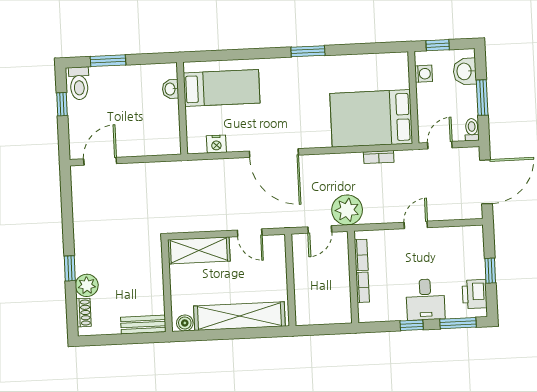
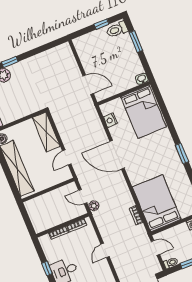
bed: (222, 88) -> (143, 112), width x1.50
washbasin: (170, 89) -> (142, 79), moved
door: (274, 153) -> (117, 155), hinge flipped
door: (100, 161) -> (88, 85), moved
plant: (347, 210) -> (94, 206), width x0.53, depth x0.53
door: (416, 225) -> (105, 250), swing flipped

